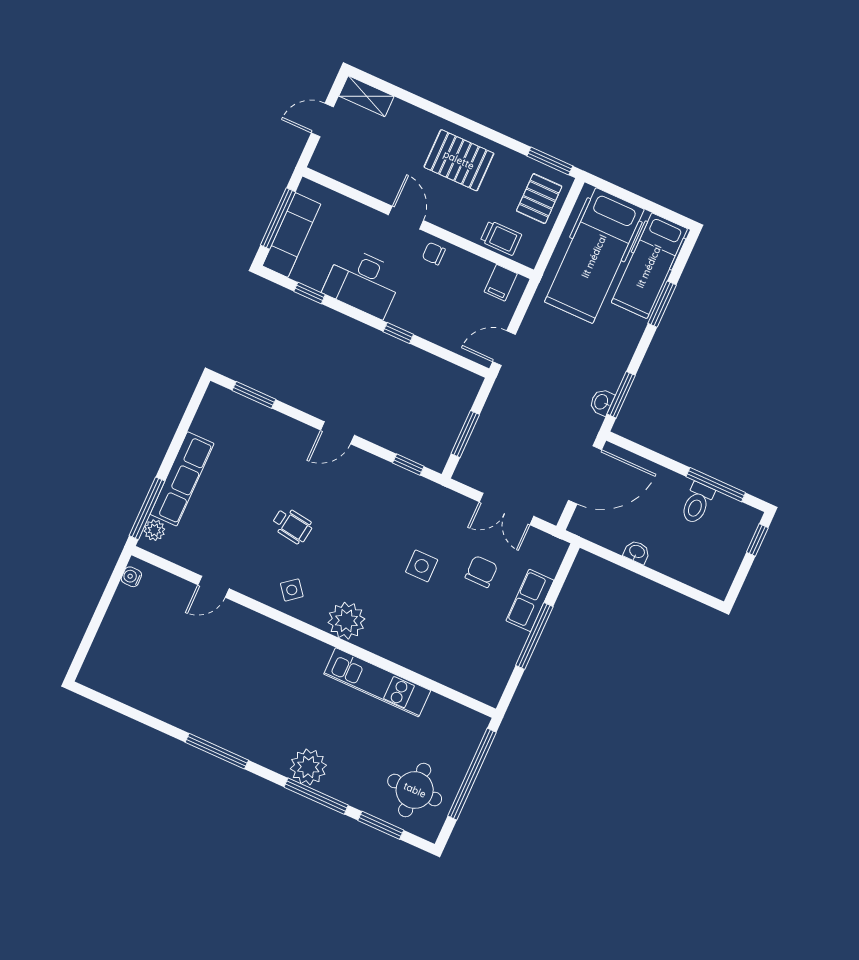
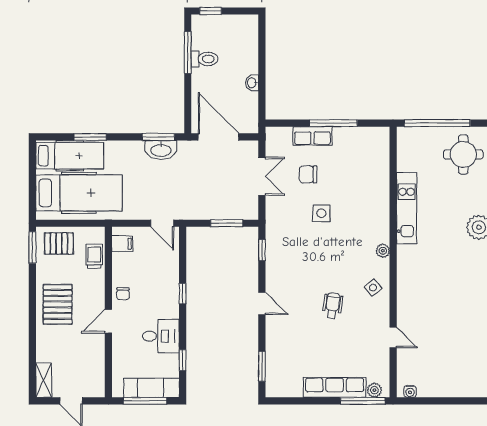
desk: (363, 282) -> (161, 336), width x0.73
washbasin: (602, 402) -> (161, 150), width x1.91, depth x1.45
plant: (346, 621) -> (383, 251), width x0.53, depth x0.53

